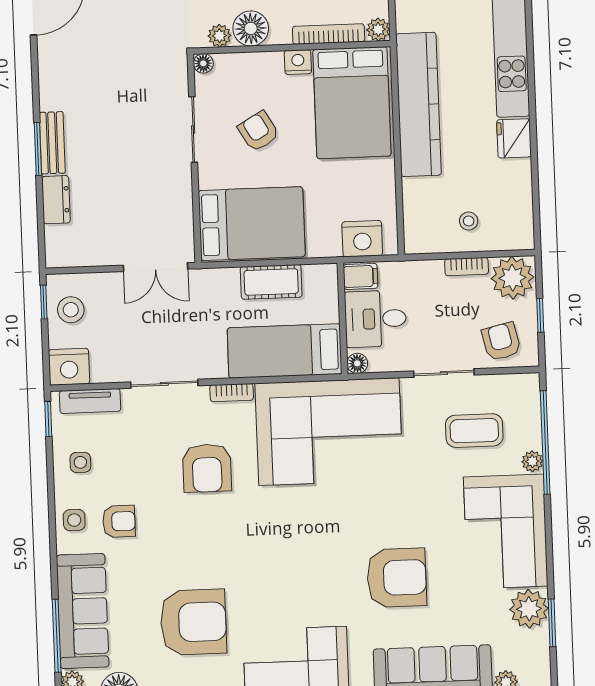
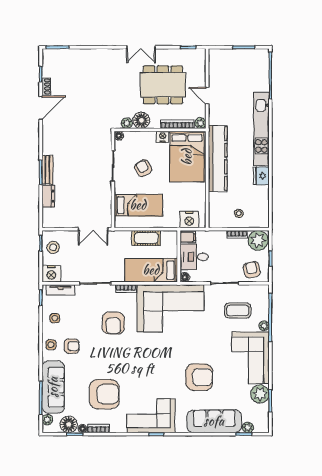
bed: (252, 224) -> (138, 205), width x0.67

